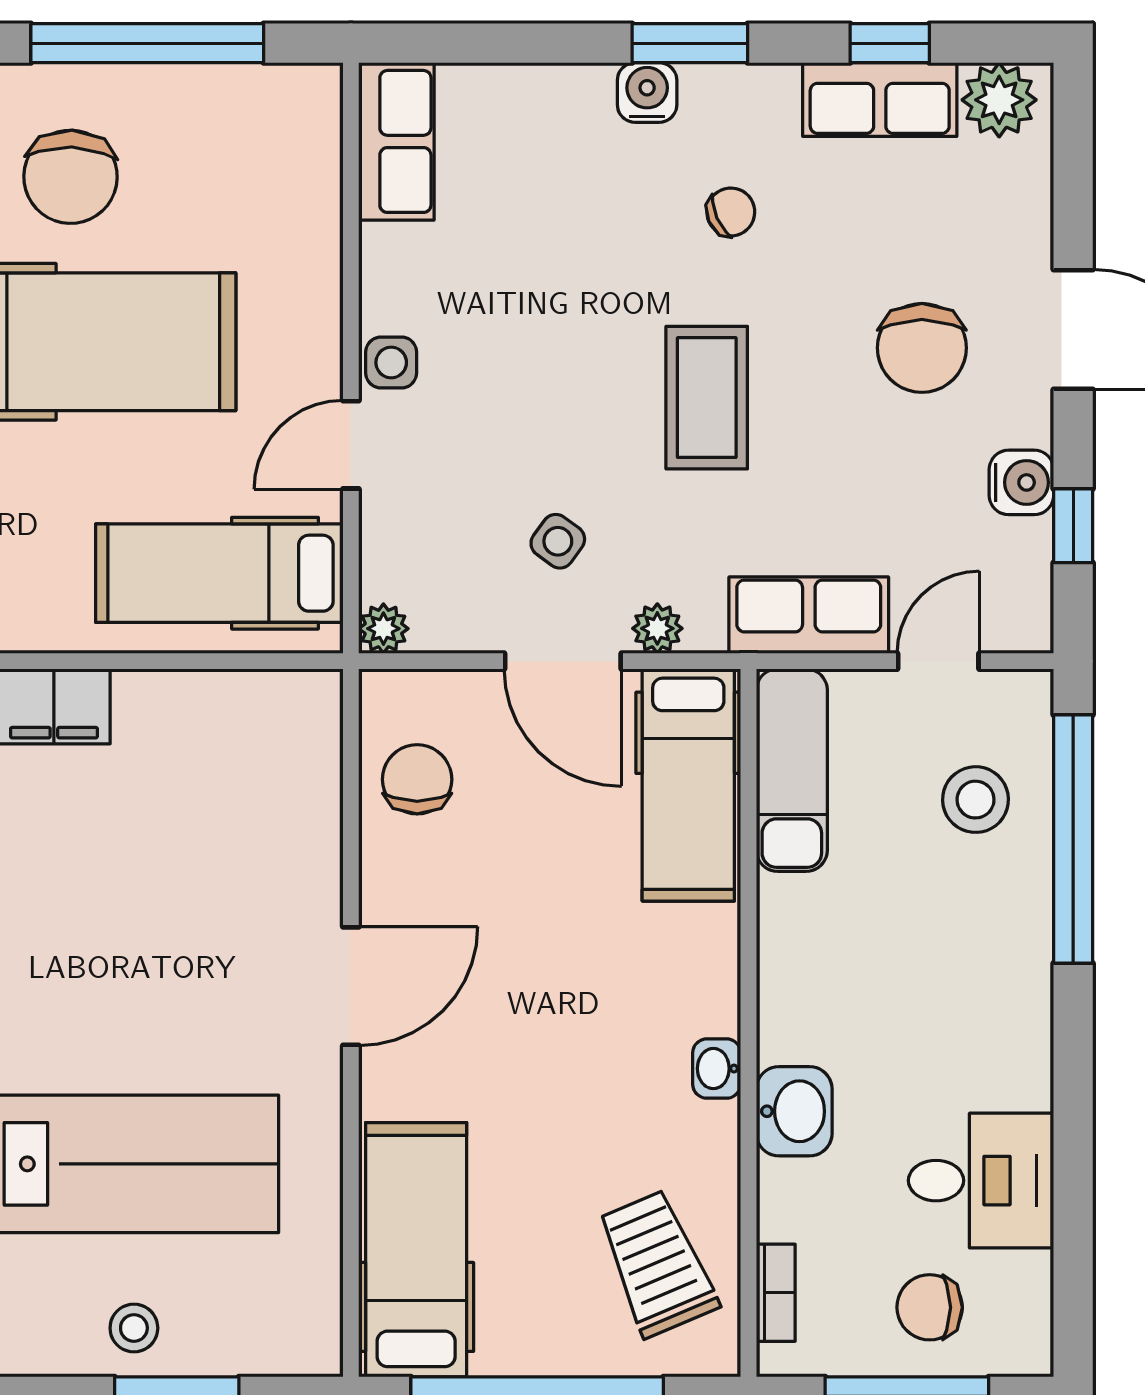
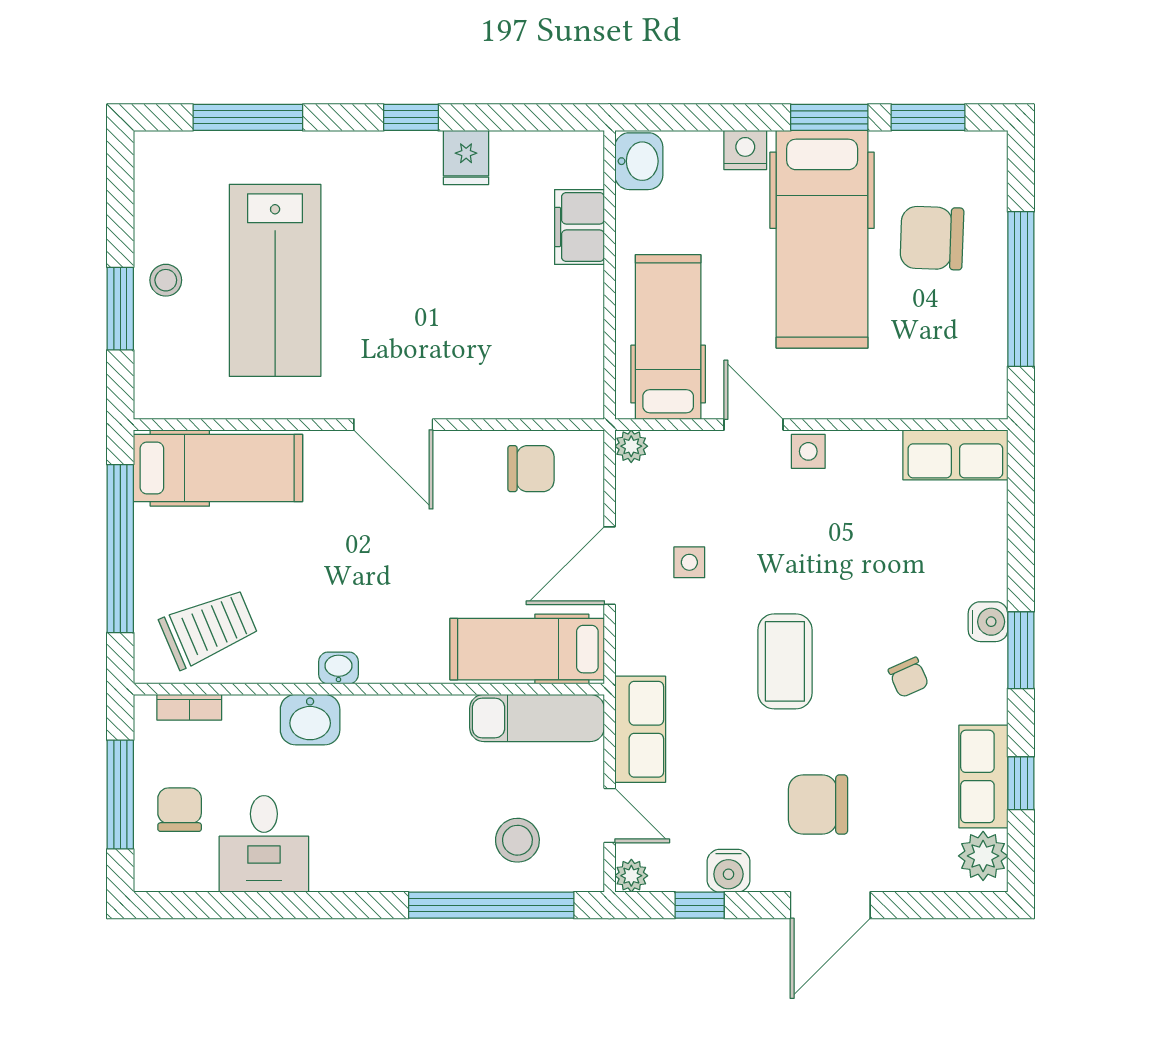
coffee table: (707, 398) -> (785, 661), turned 90
side table: (558, 541) -> (689, 562), turned -36
plant: (657, 628) -> (631, 876), moved

